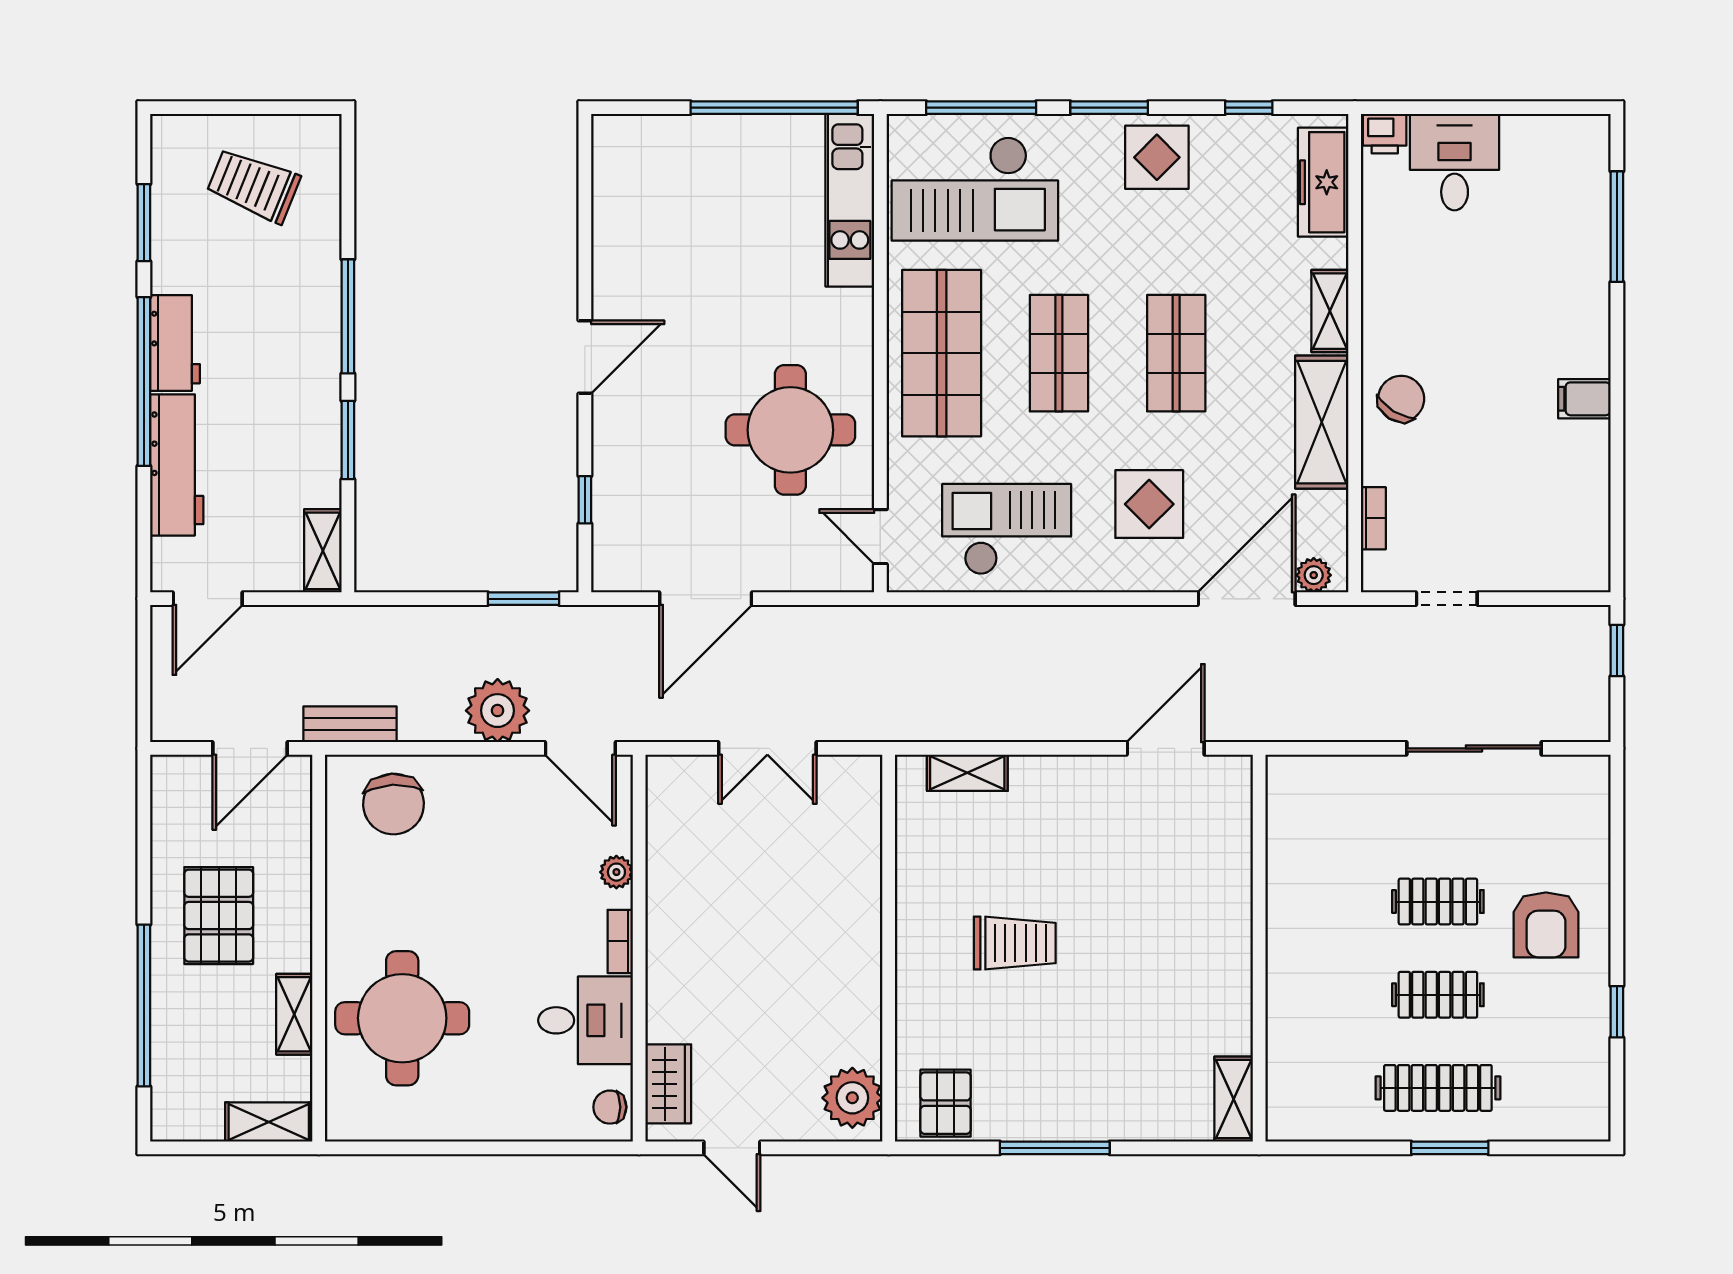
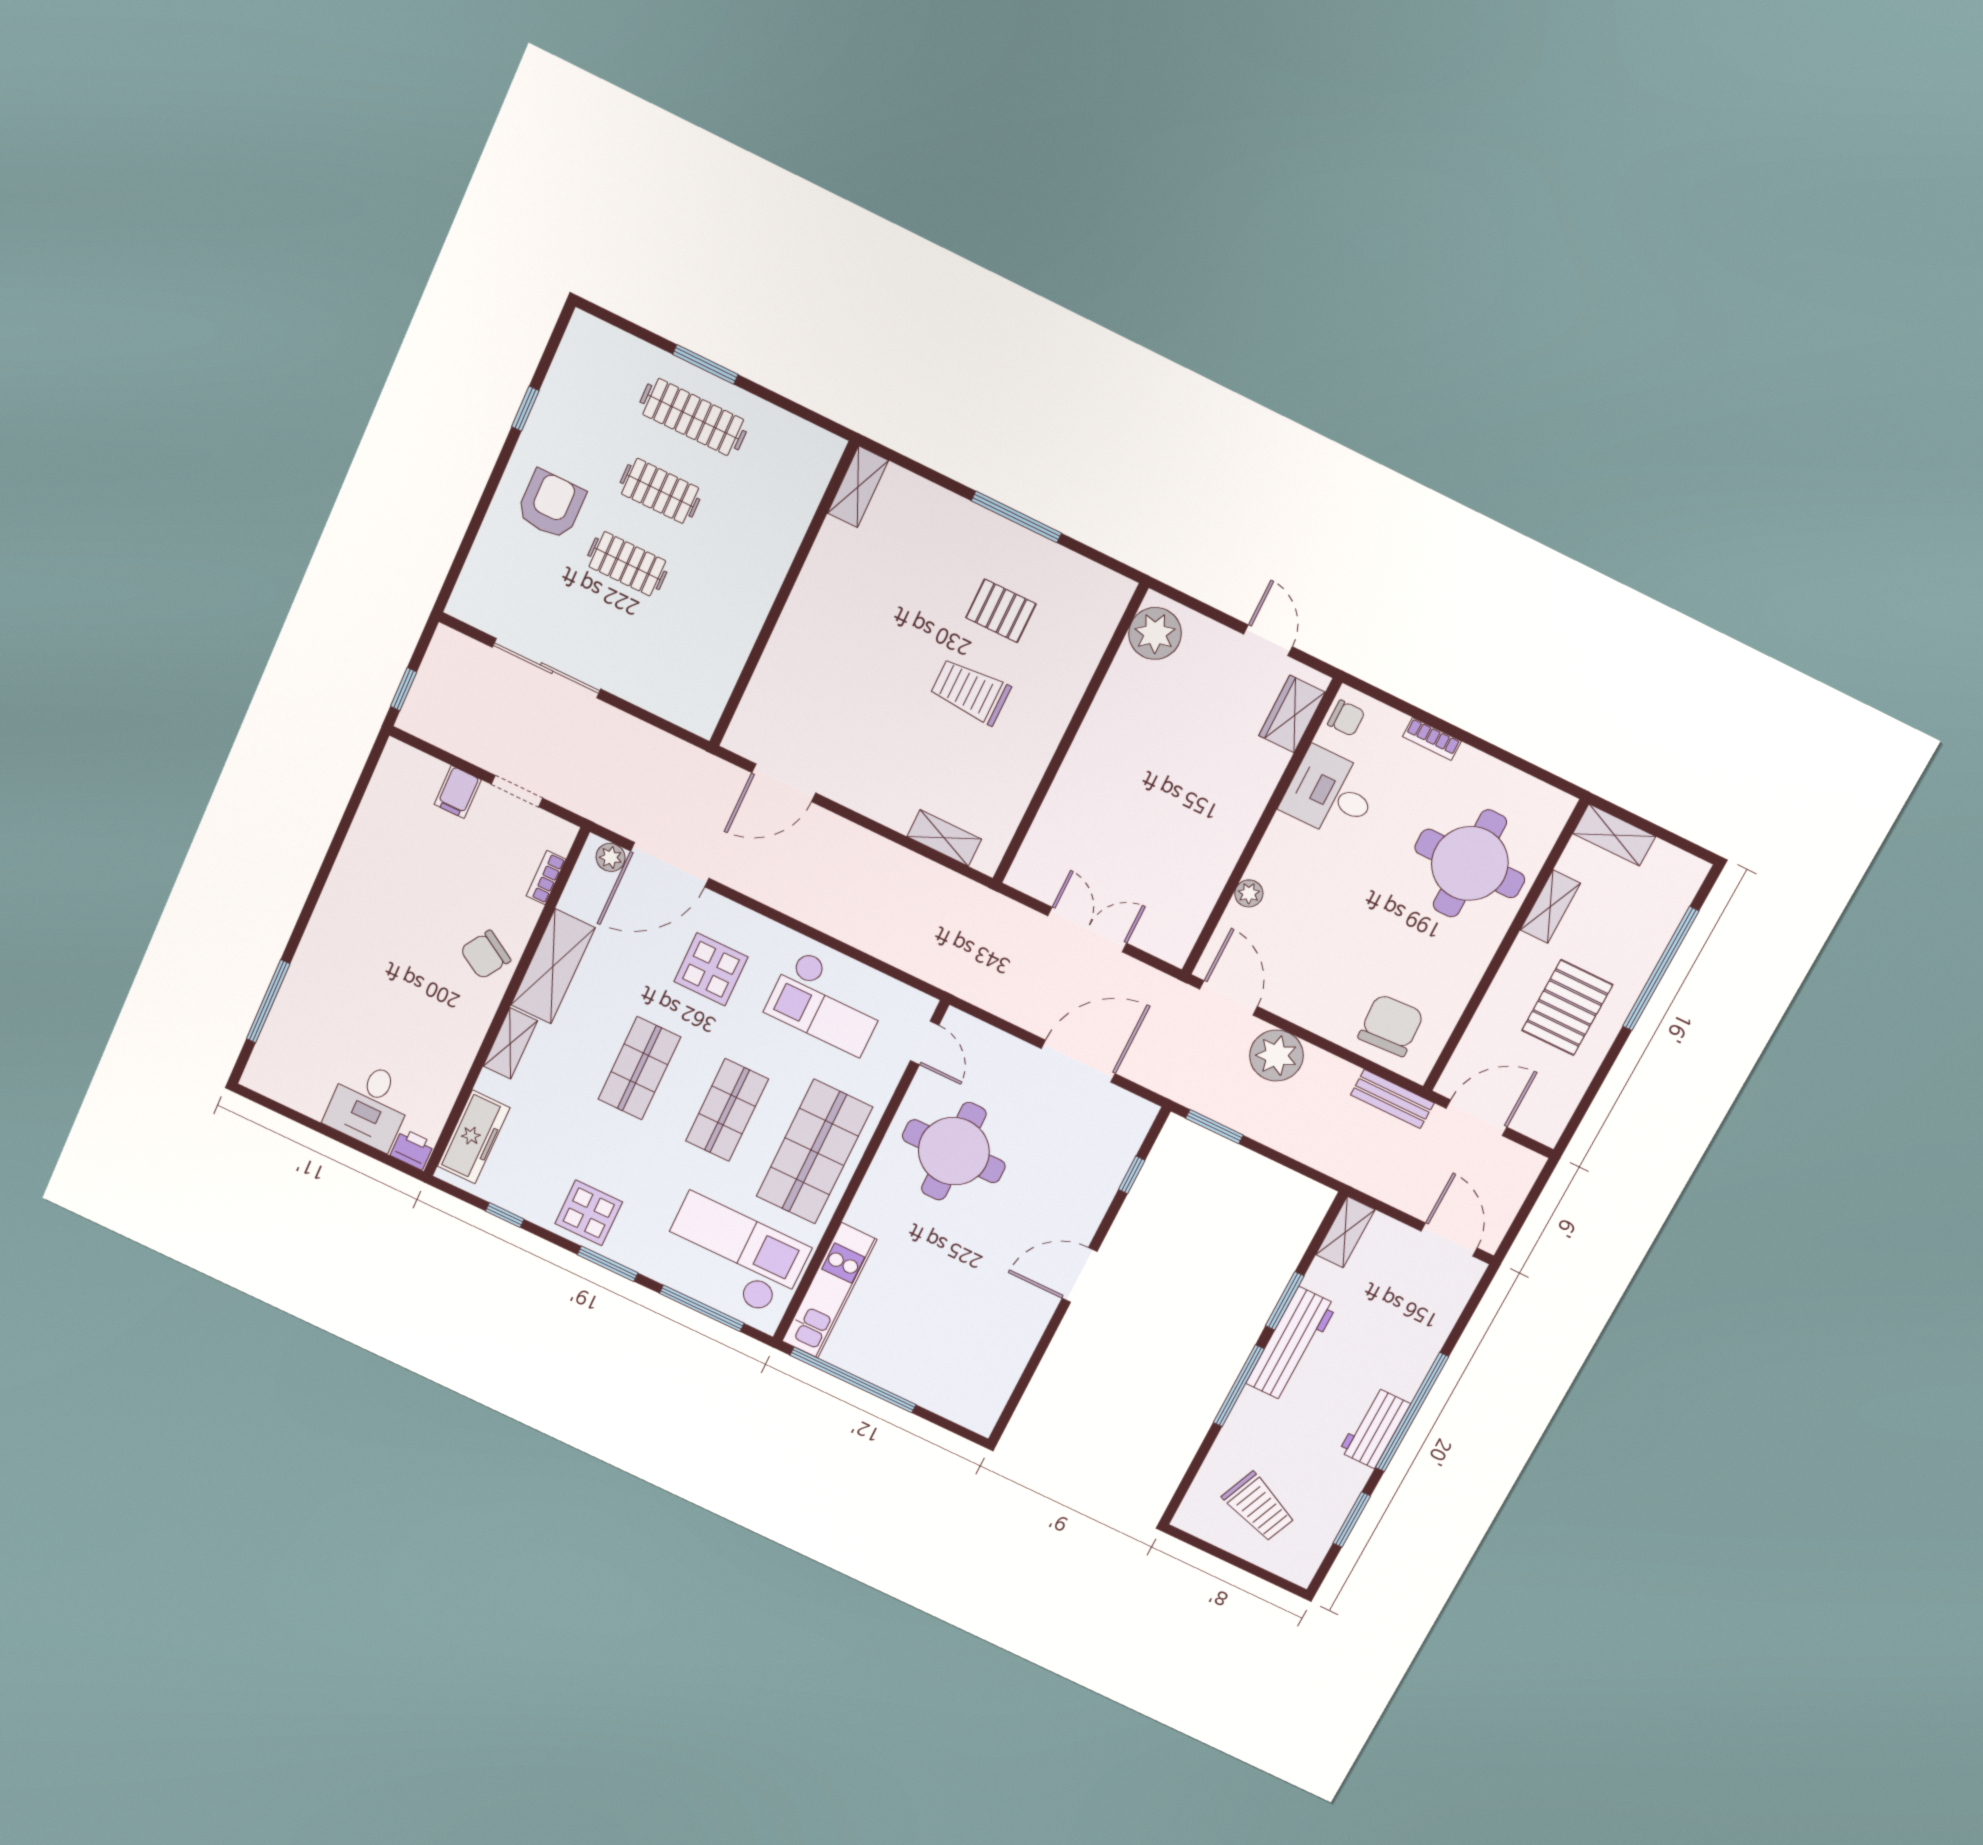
filing cabinet: (1584, 399) -> (458, 792), moved, turned 90
workbench: (177, 465) -> (1291, 1344), moved, turned 180
door: (208, 599) -> (1449, 1240), hinge flipped
bookcase: (620, 941) -> (1432, 739), moved, turned 90
pallet: (946, 1103) -> (1001, 611), moved, turned 90

